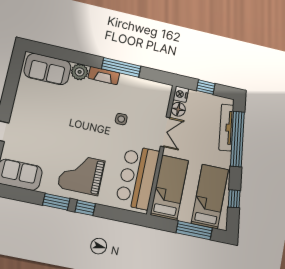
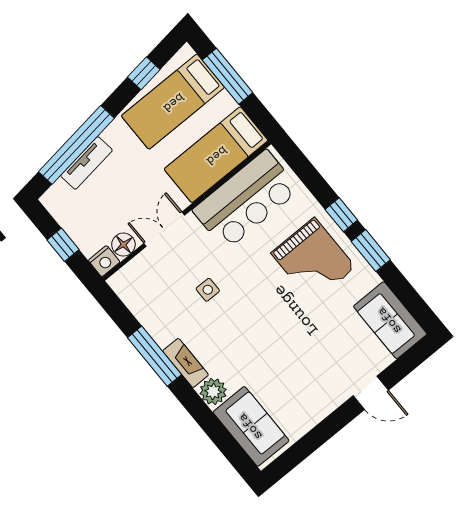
tv unit: (226, 128) -> (87, 163), width x0.71

